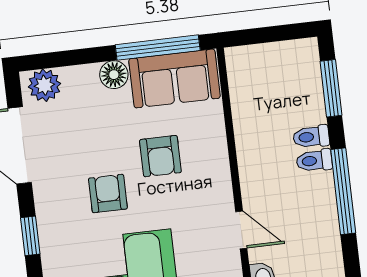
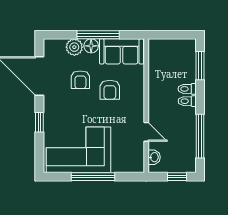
window: (158, 48) -> (98, 35), moved
plant: (44, 85) -> (74, 47), moved
window: (343, 191) -> (200, 136), moved
armchair: (108, 194) -> (80, 80), moved, turned 180

